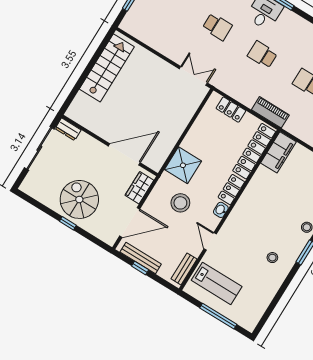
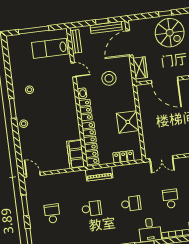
school desk: (217, 27) -> (170, 199), turned 90
door: (124, 154) -> (165, 80), hinge flipped
shower: (183, 165) -> (128, 122), moved

